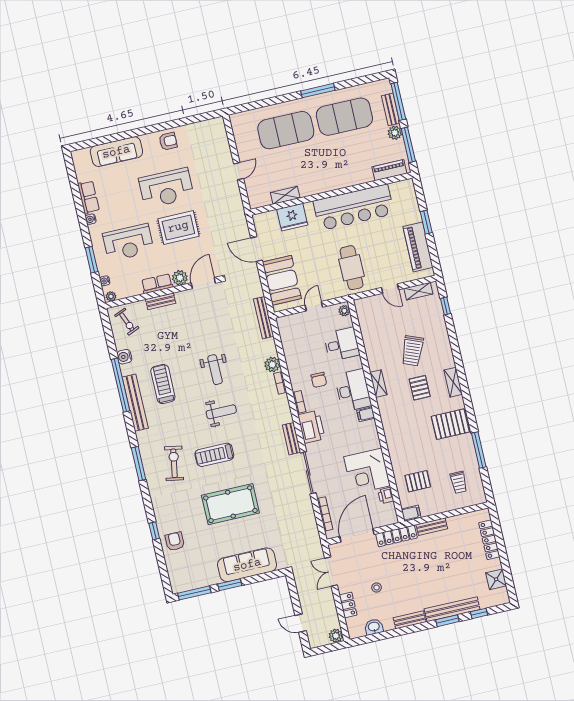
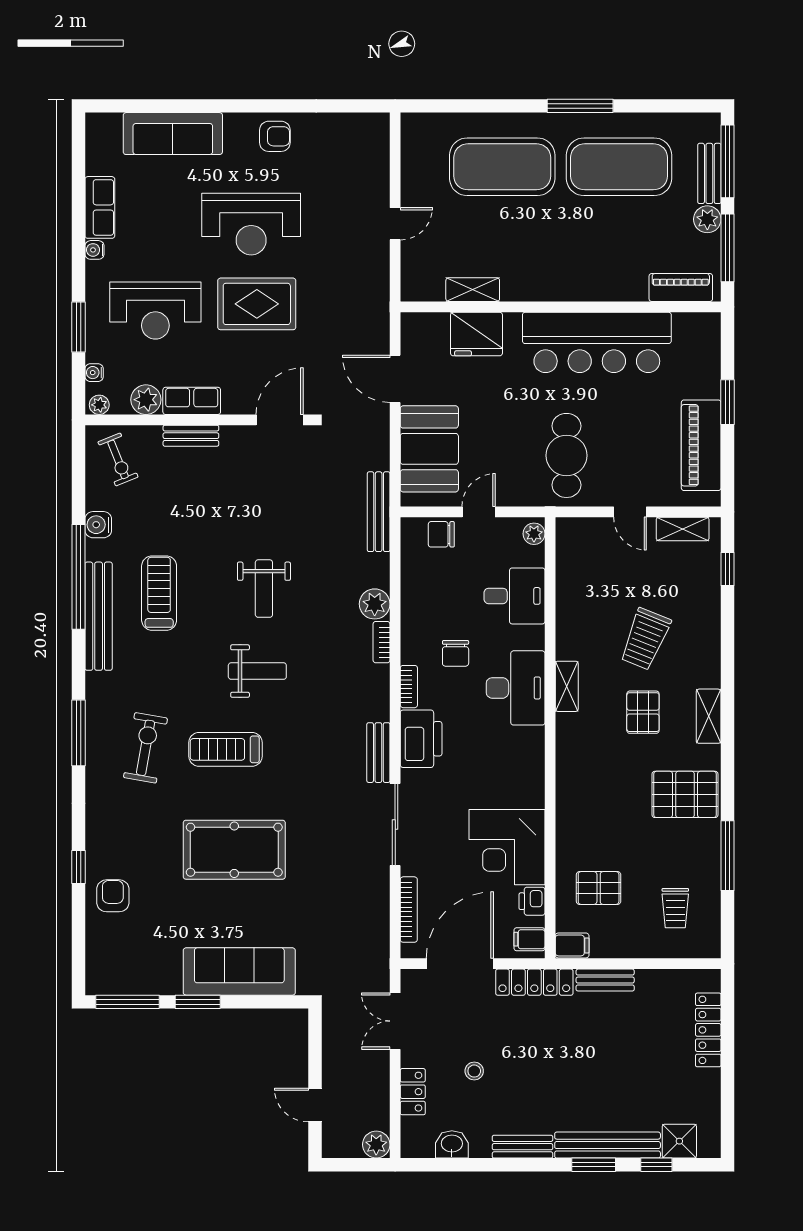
plant: (180, 278) -> (146, 400), moved
chair: (298, 322) -> (441, 534), added
filing cabinet: (366, 414) -> (529, 939), moved
shower: (496, 579) -> (679, 1141), moved

